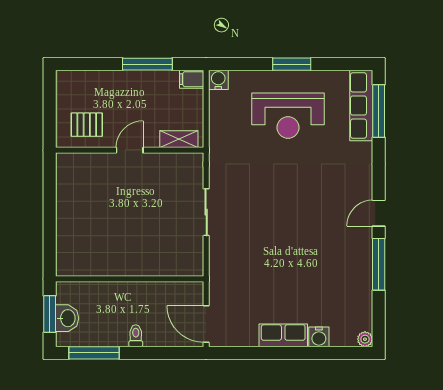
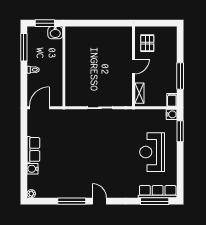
window: (292, 64) -> (180, 131), moved
door: (130, 150) -> (133, 66), hinge flipped
washbasin: (67, 318) -> (55, 33), moved

